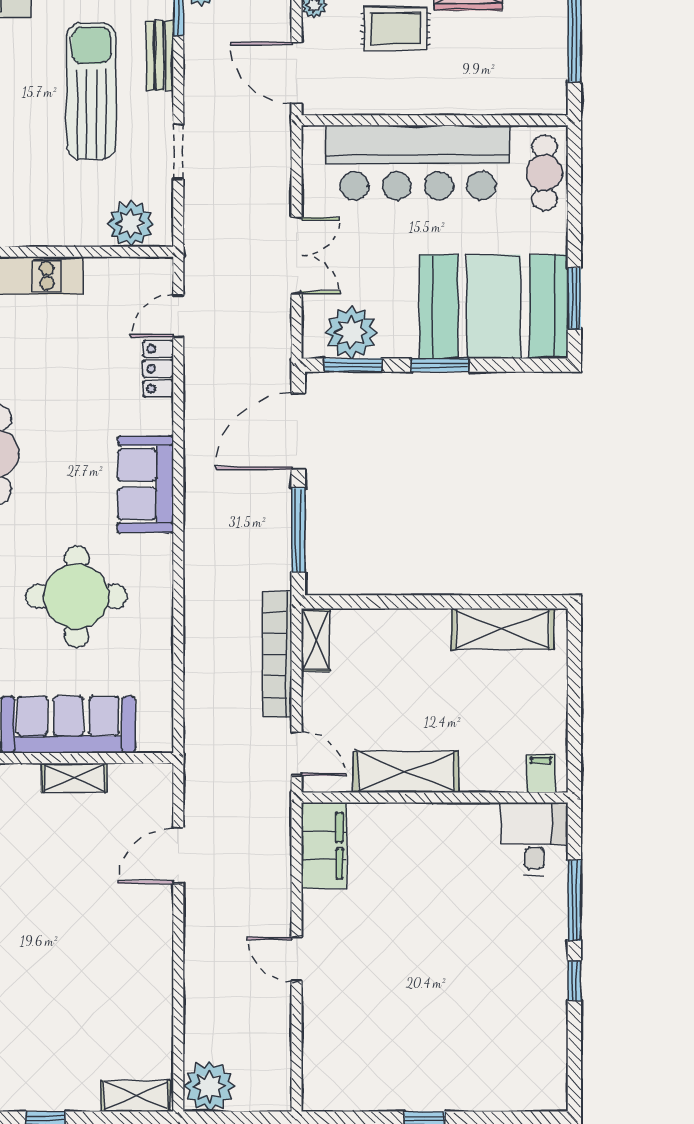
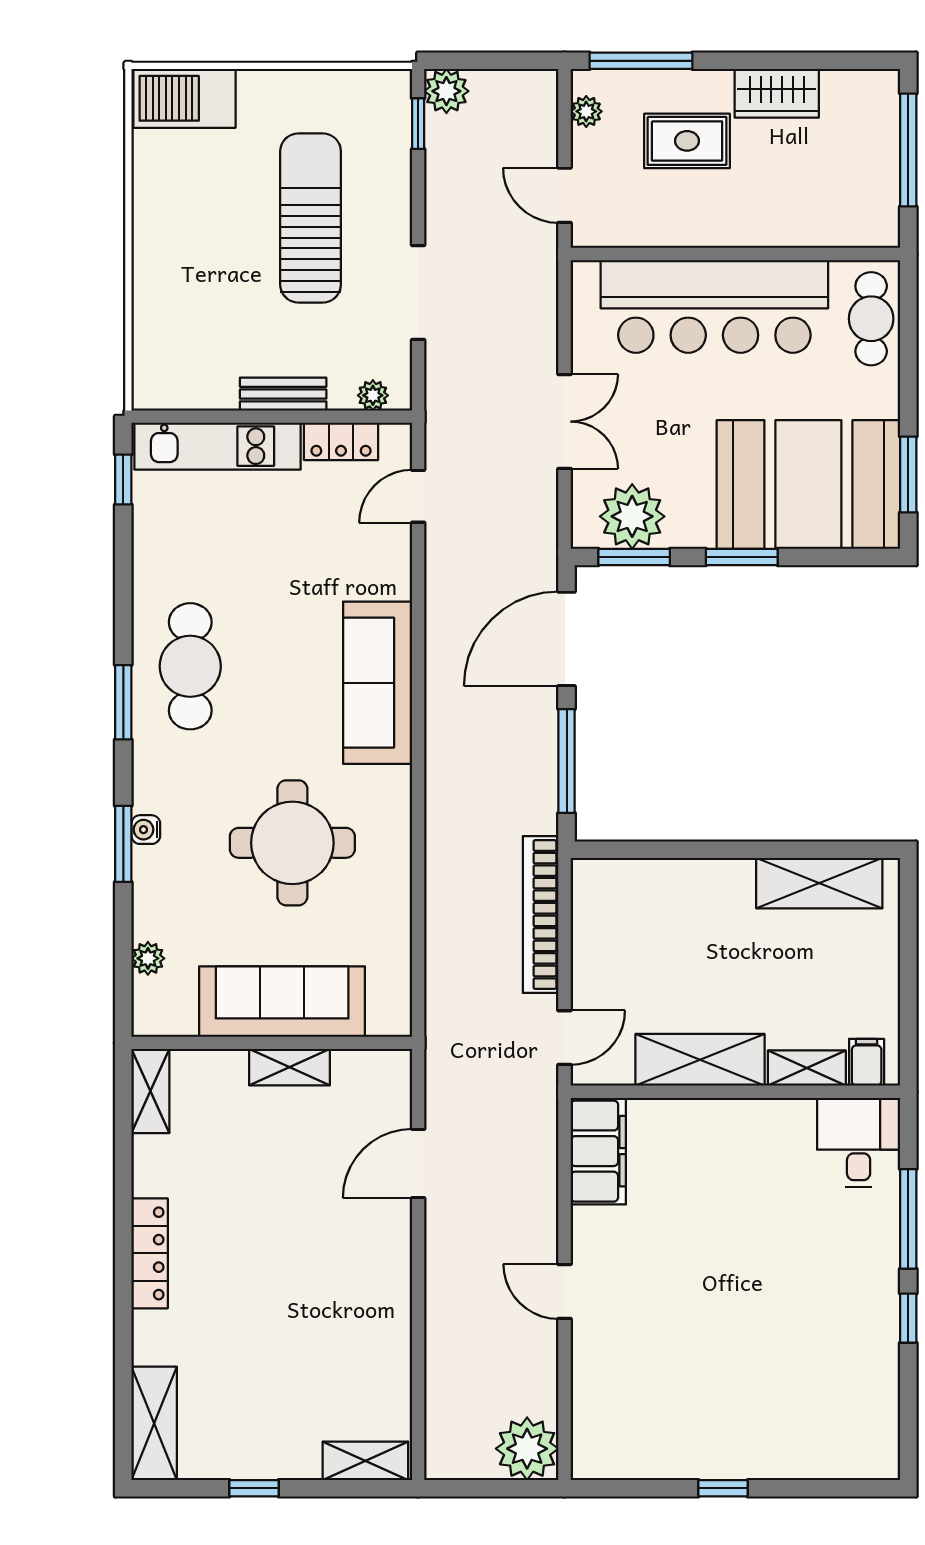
bench: (160, 55) -> (283, 394), moved, turned 90
door: (297, 73) -> (565, 195), width x0.73
doorway: (178, 151) -> (418, 293), width x1.38
plant: (131, 224) -> (373, 395), width x0.53, depth x0.53
locker: (158, 369) -> (341, 441), moved, turned -90
sofa: (145, 484) -> (378, 683), width x1.36
shelving: (316, 640) -> (807, 1068), moved, turned 90
door: (297, 754) -> (565, 1038), hinge flipped
plant: (209, 1086) -> (527, 1449), moved

